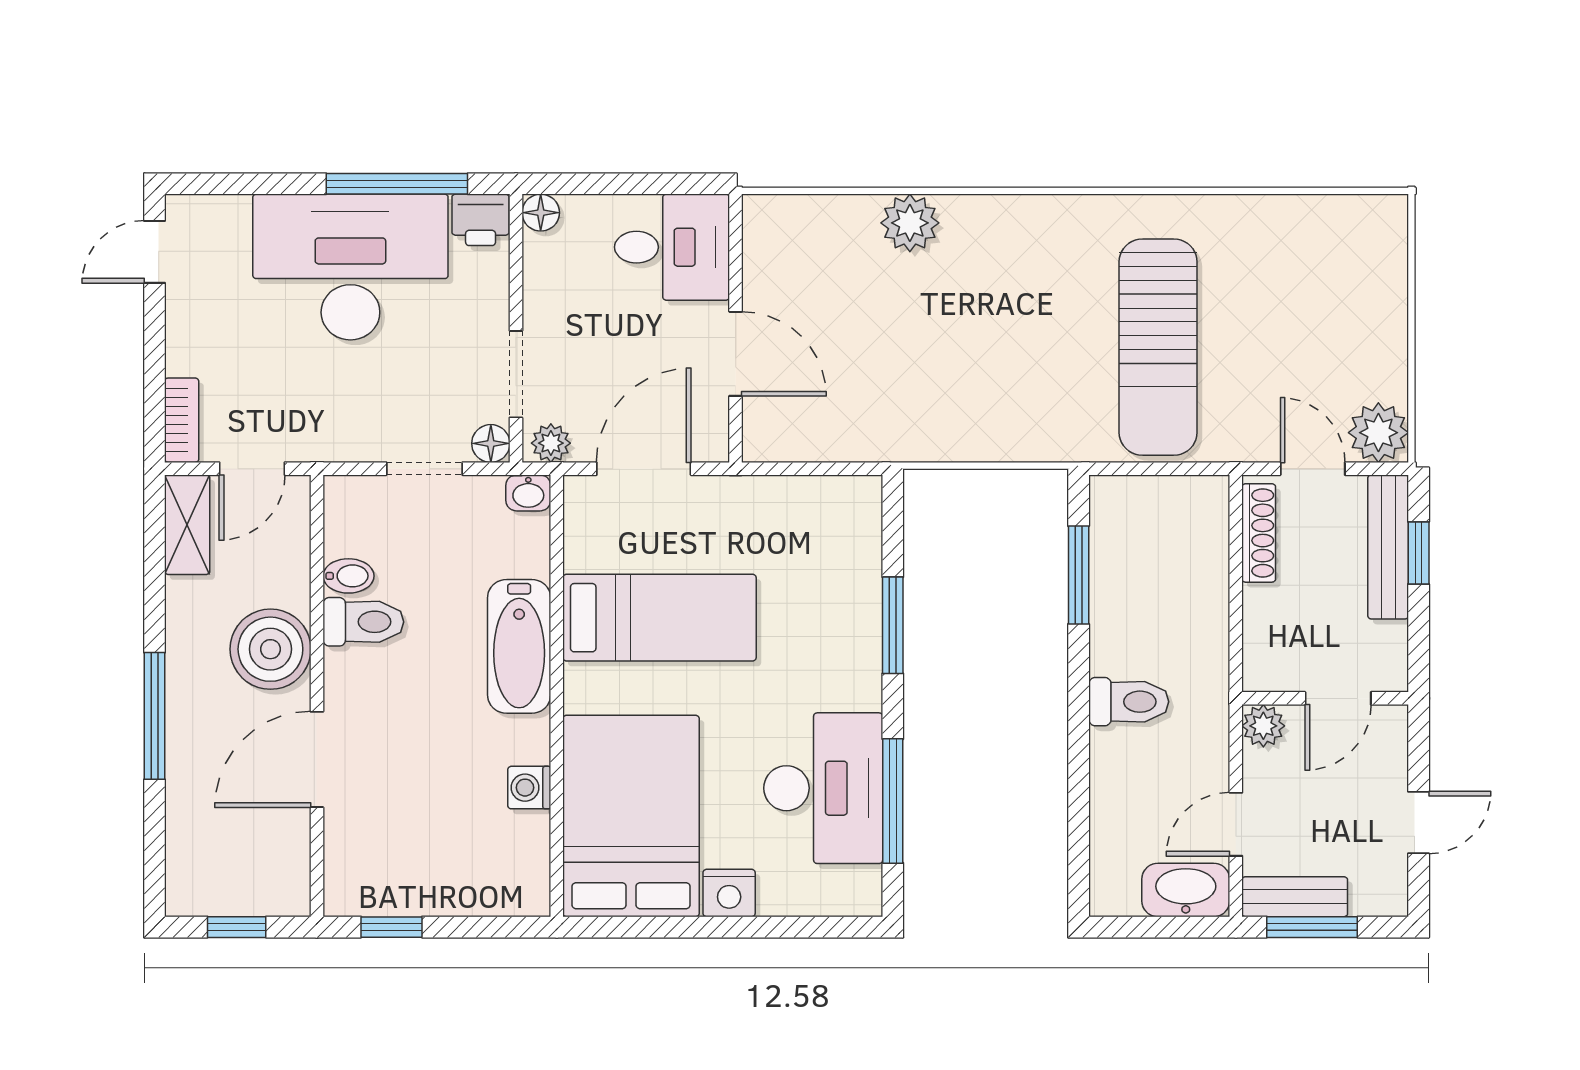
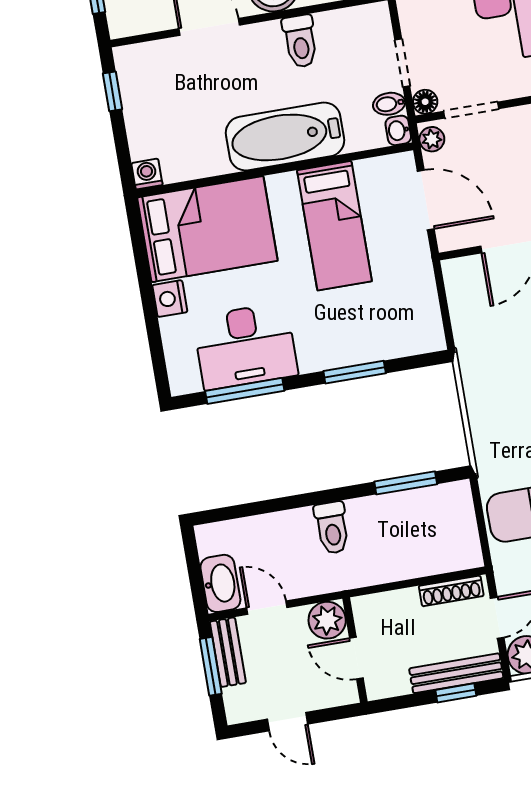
bidet: (348, 576) -> (389, 104), moved, turned 90
bathtub: (519, 646) -> (285, 137), width x1.36, depth x1.36
plant: (1263, 726) -> (327, 620), width x1.38, depth x1.38
washing machine: (529, 788) -> (147, 174), moved

